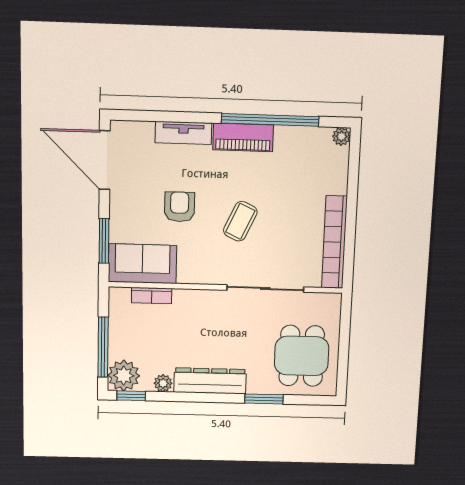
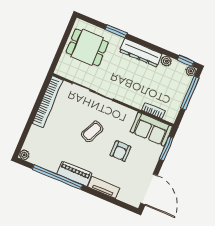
dining table: (302, 356) -> (87, 47), turned 90
plant: (124, 376) -> (191, 71), width x0.53, depth x0.53

